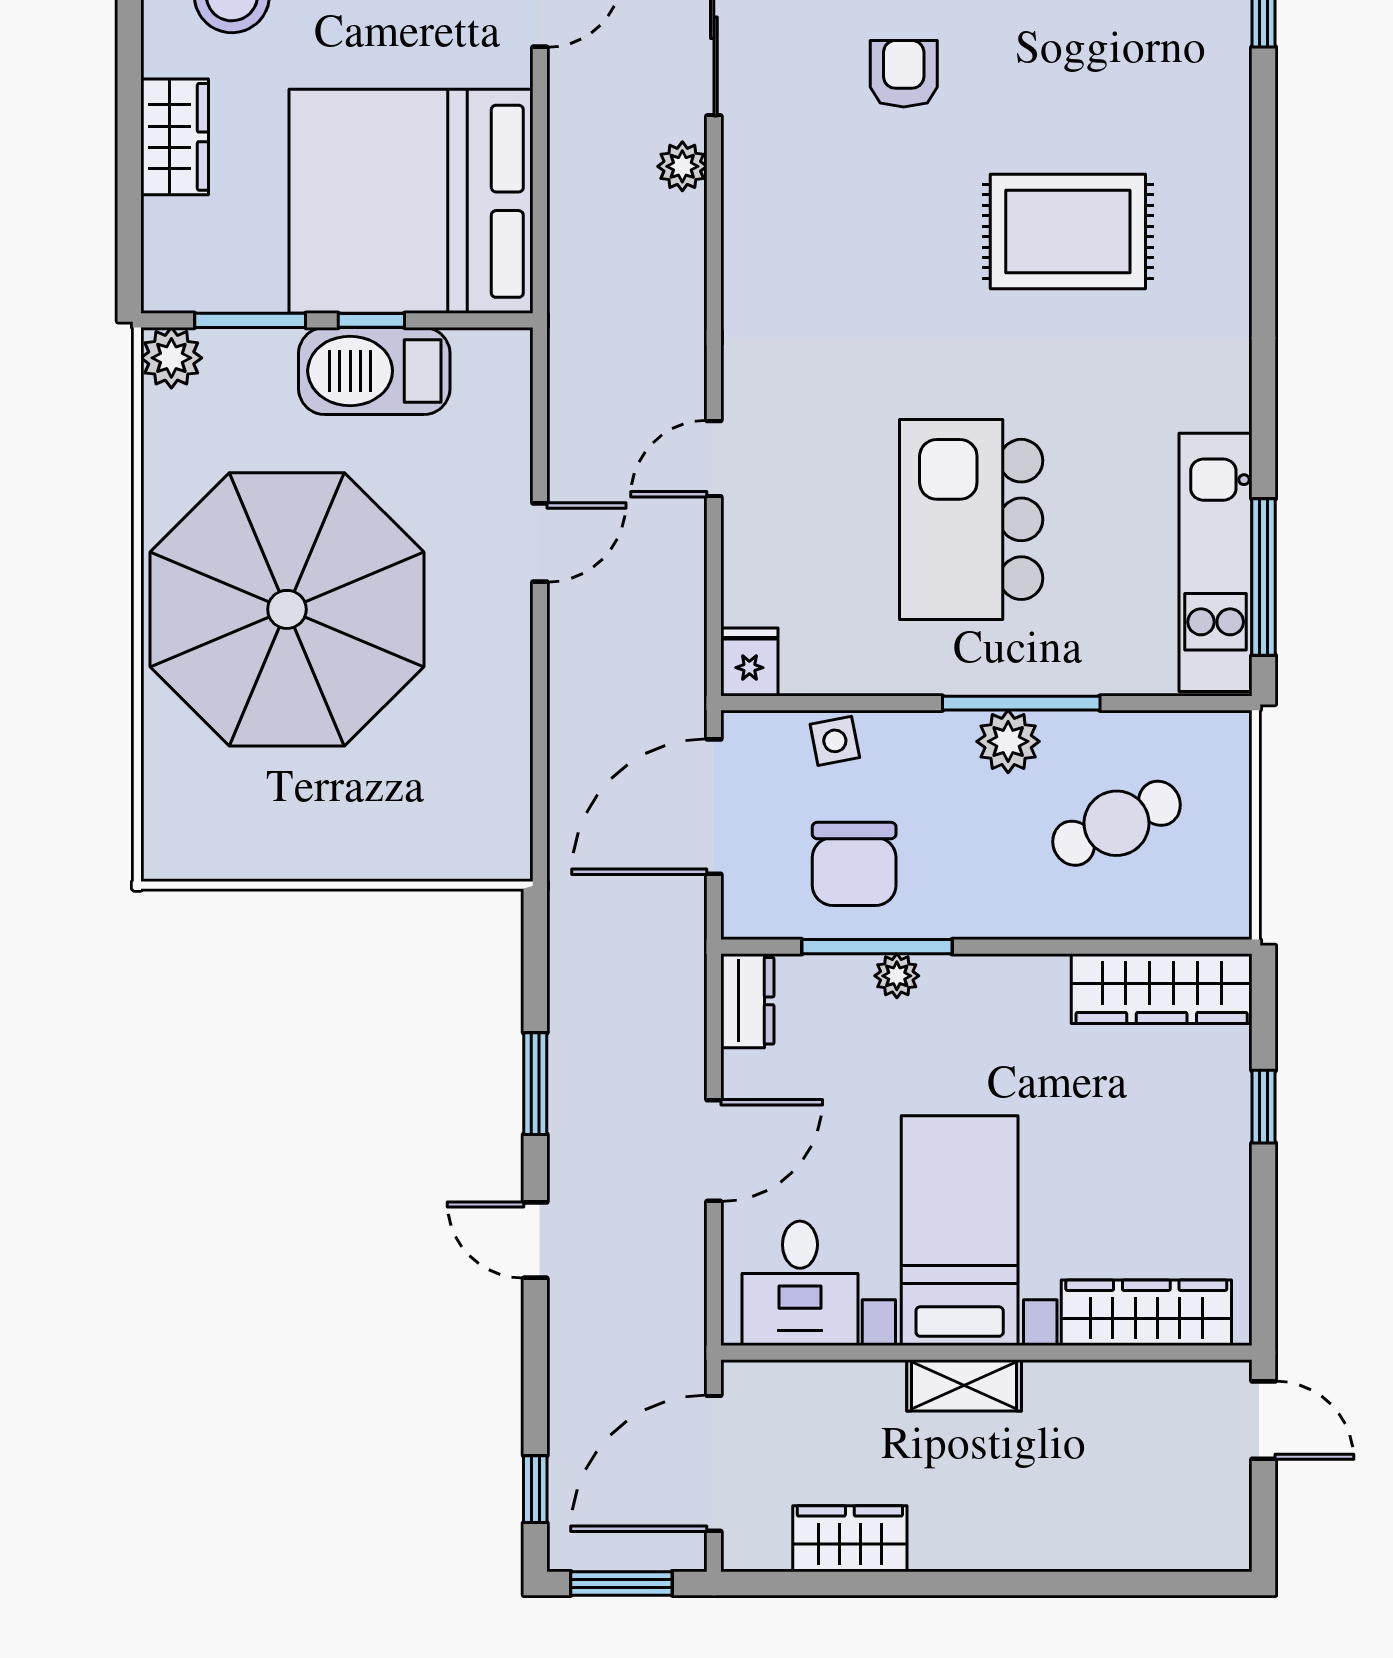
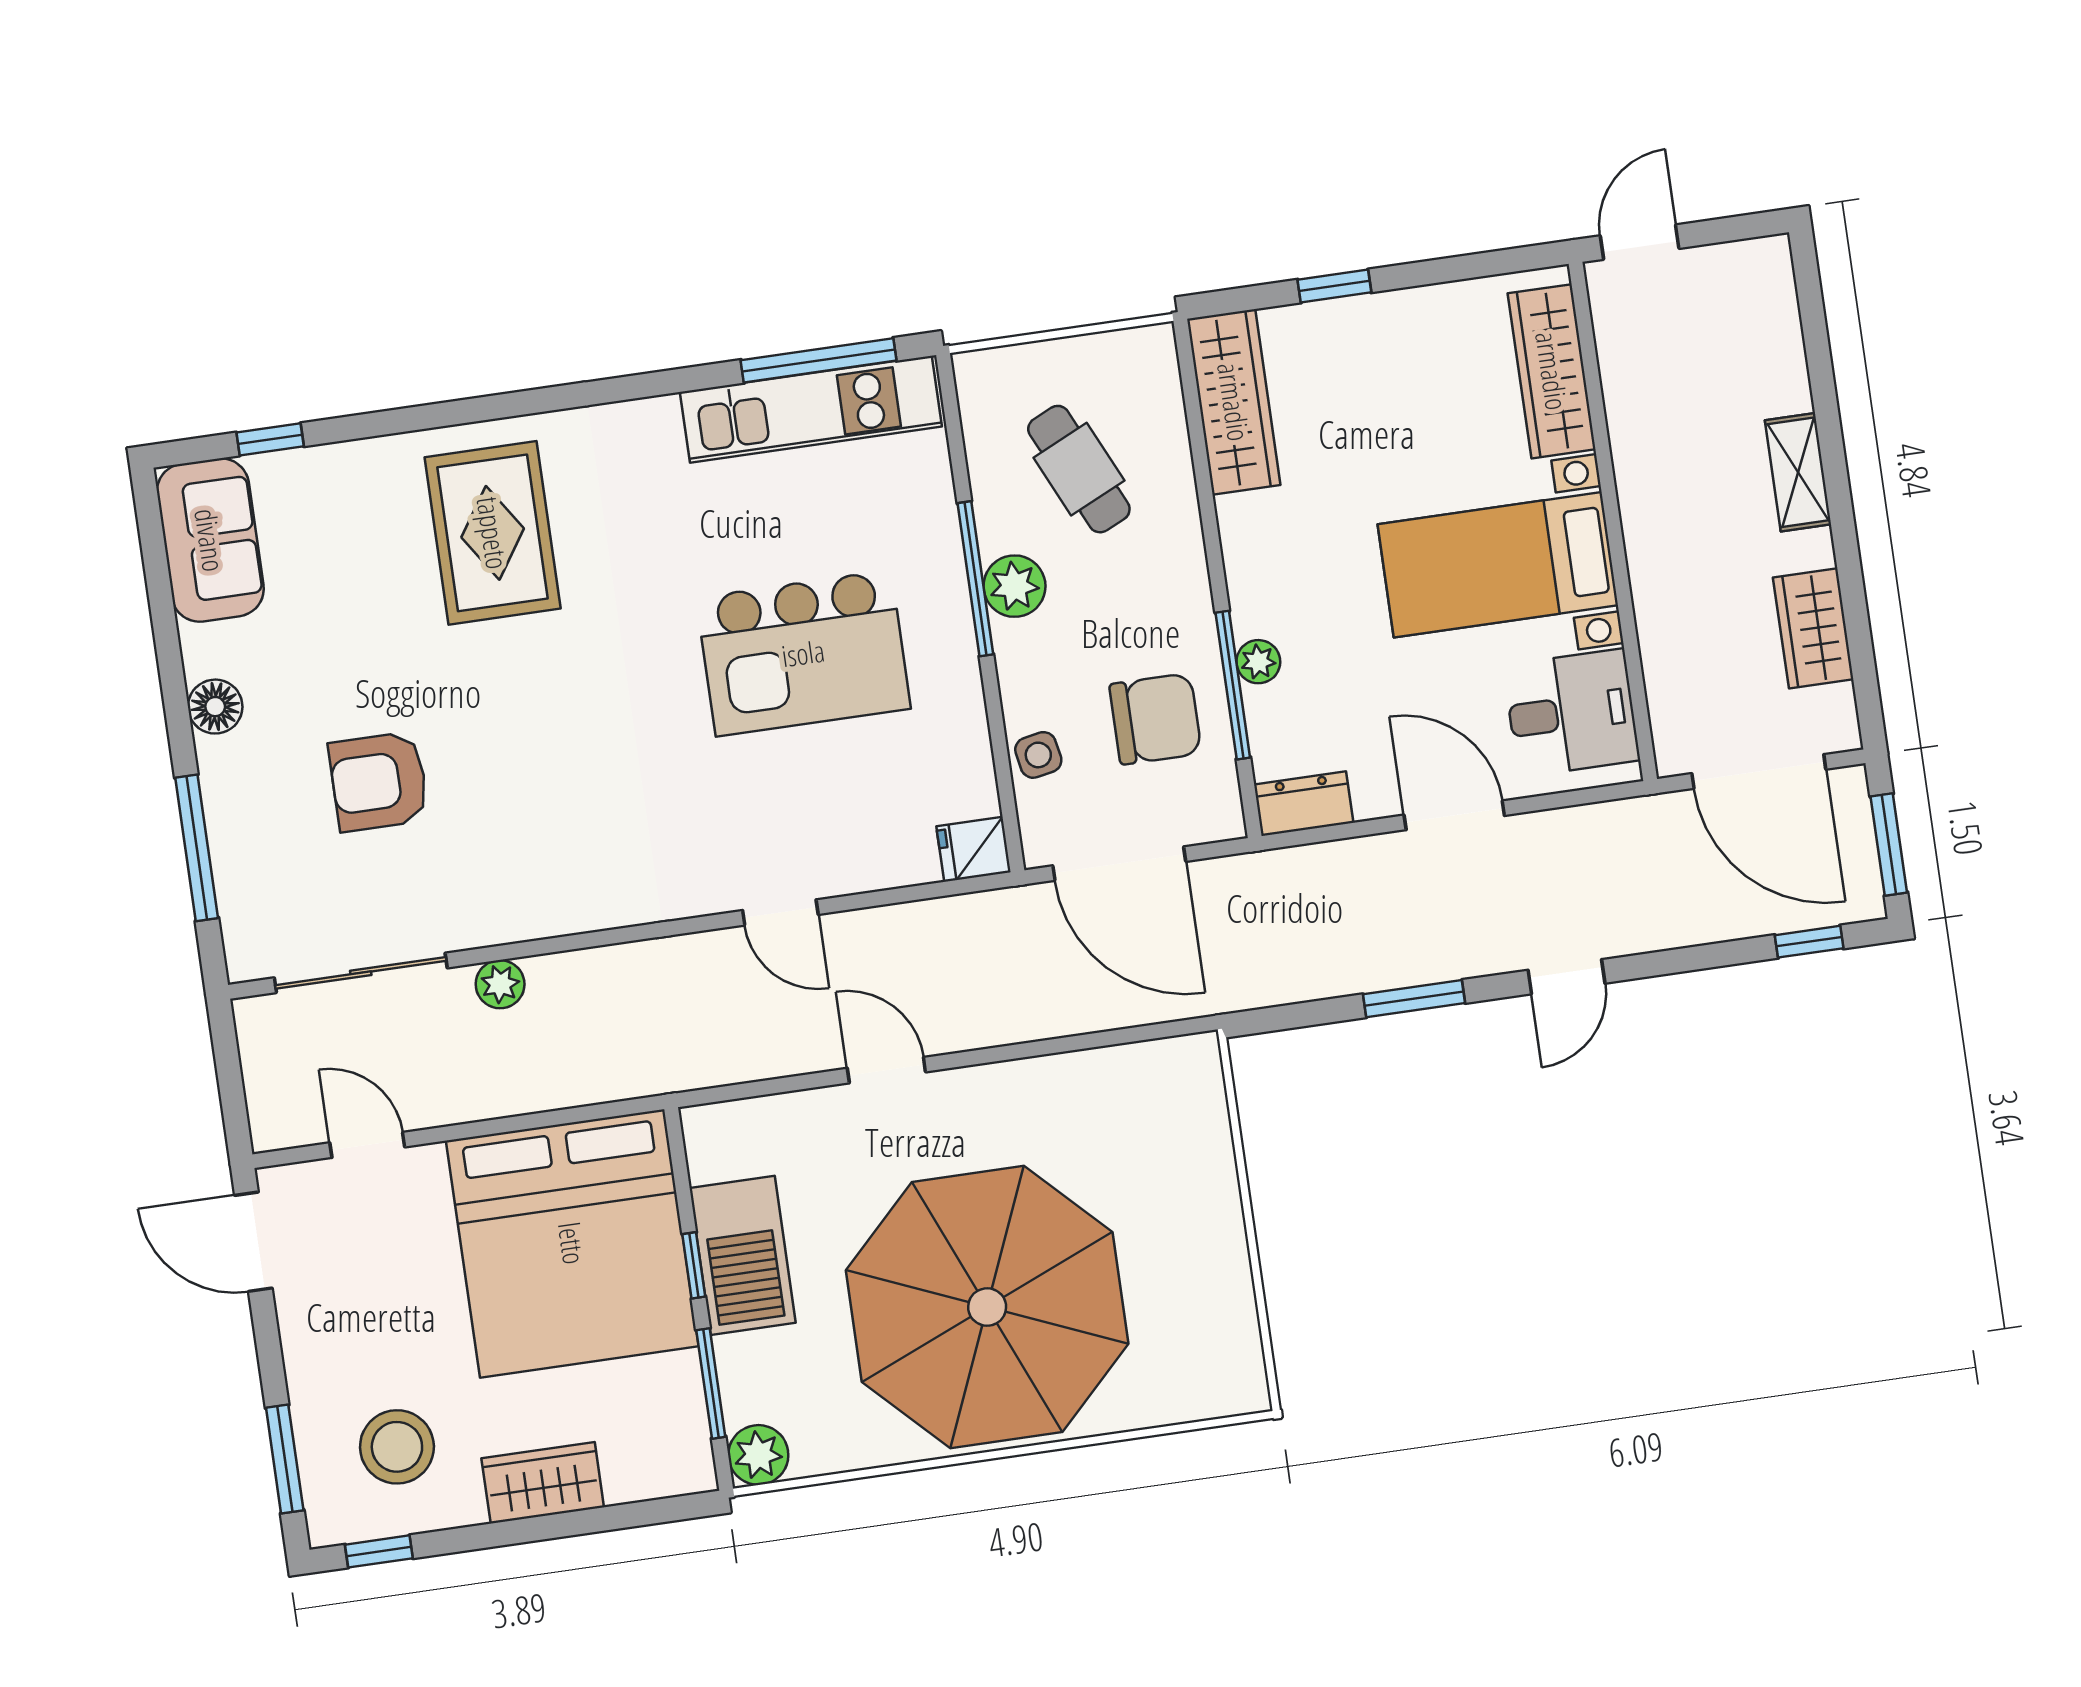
armchair: (904, 74) -> (379, 782), width x1.38, depth x1.38
rug: (1068, 231) -> (493, 533), moved
shelving: (964, 1385) -> (1798, 472), moved

